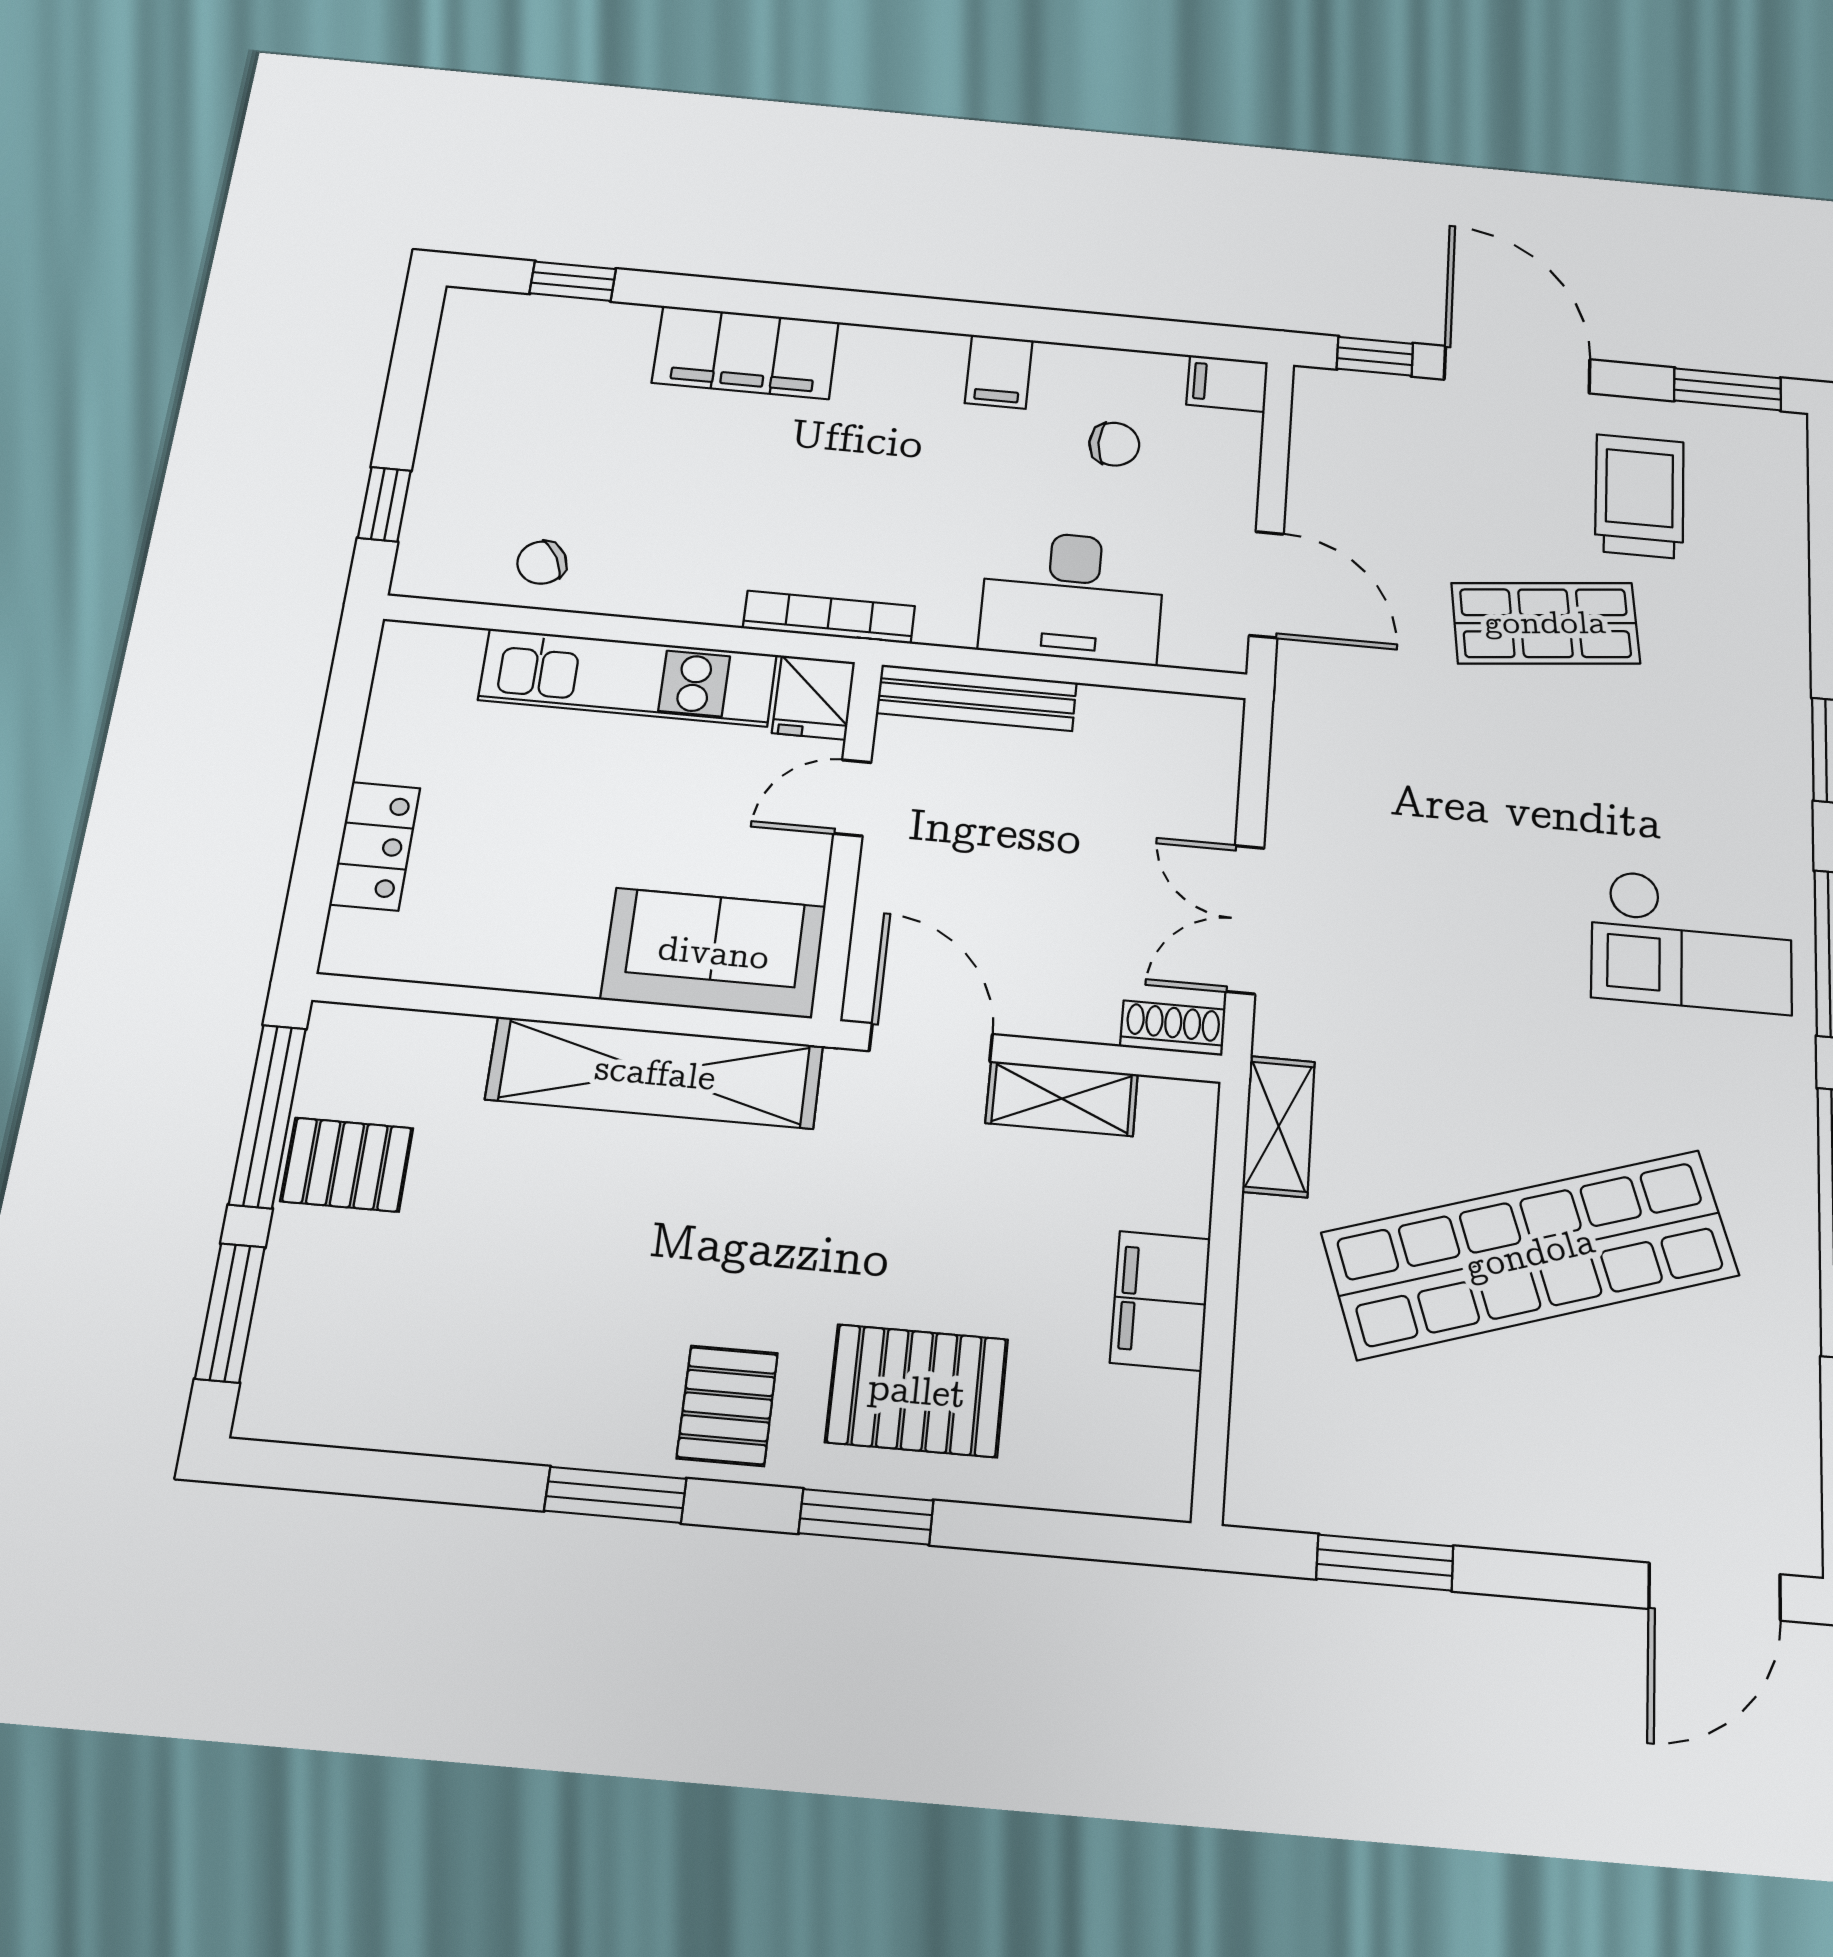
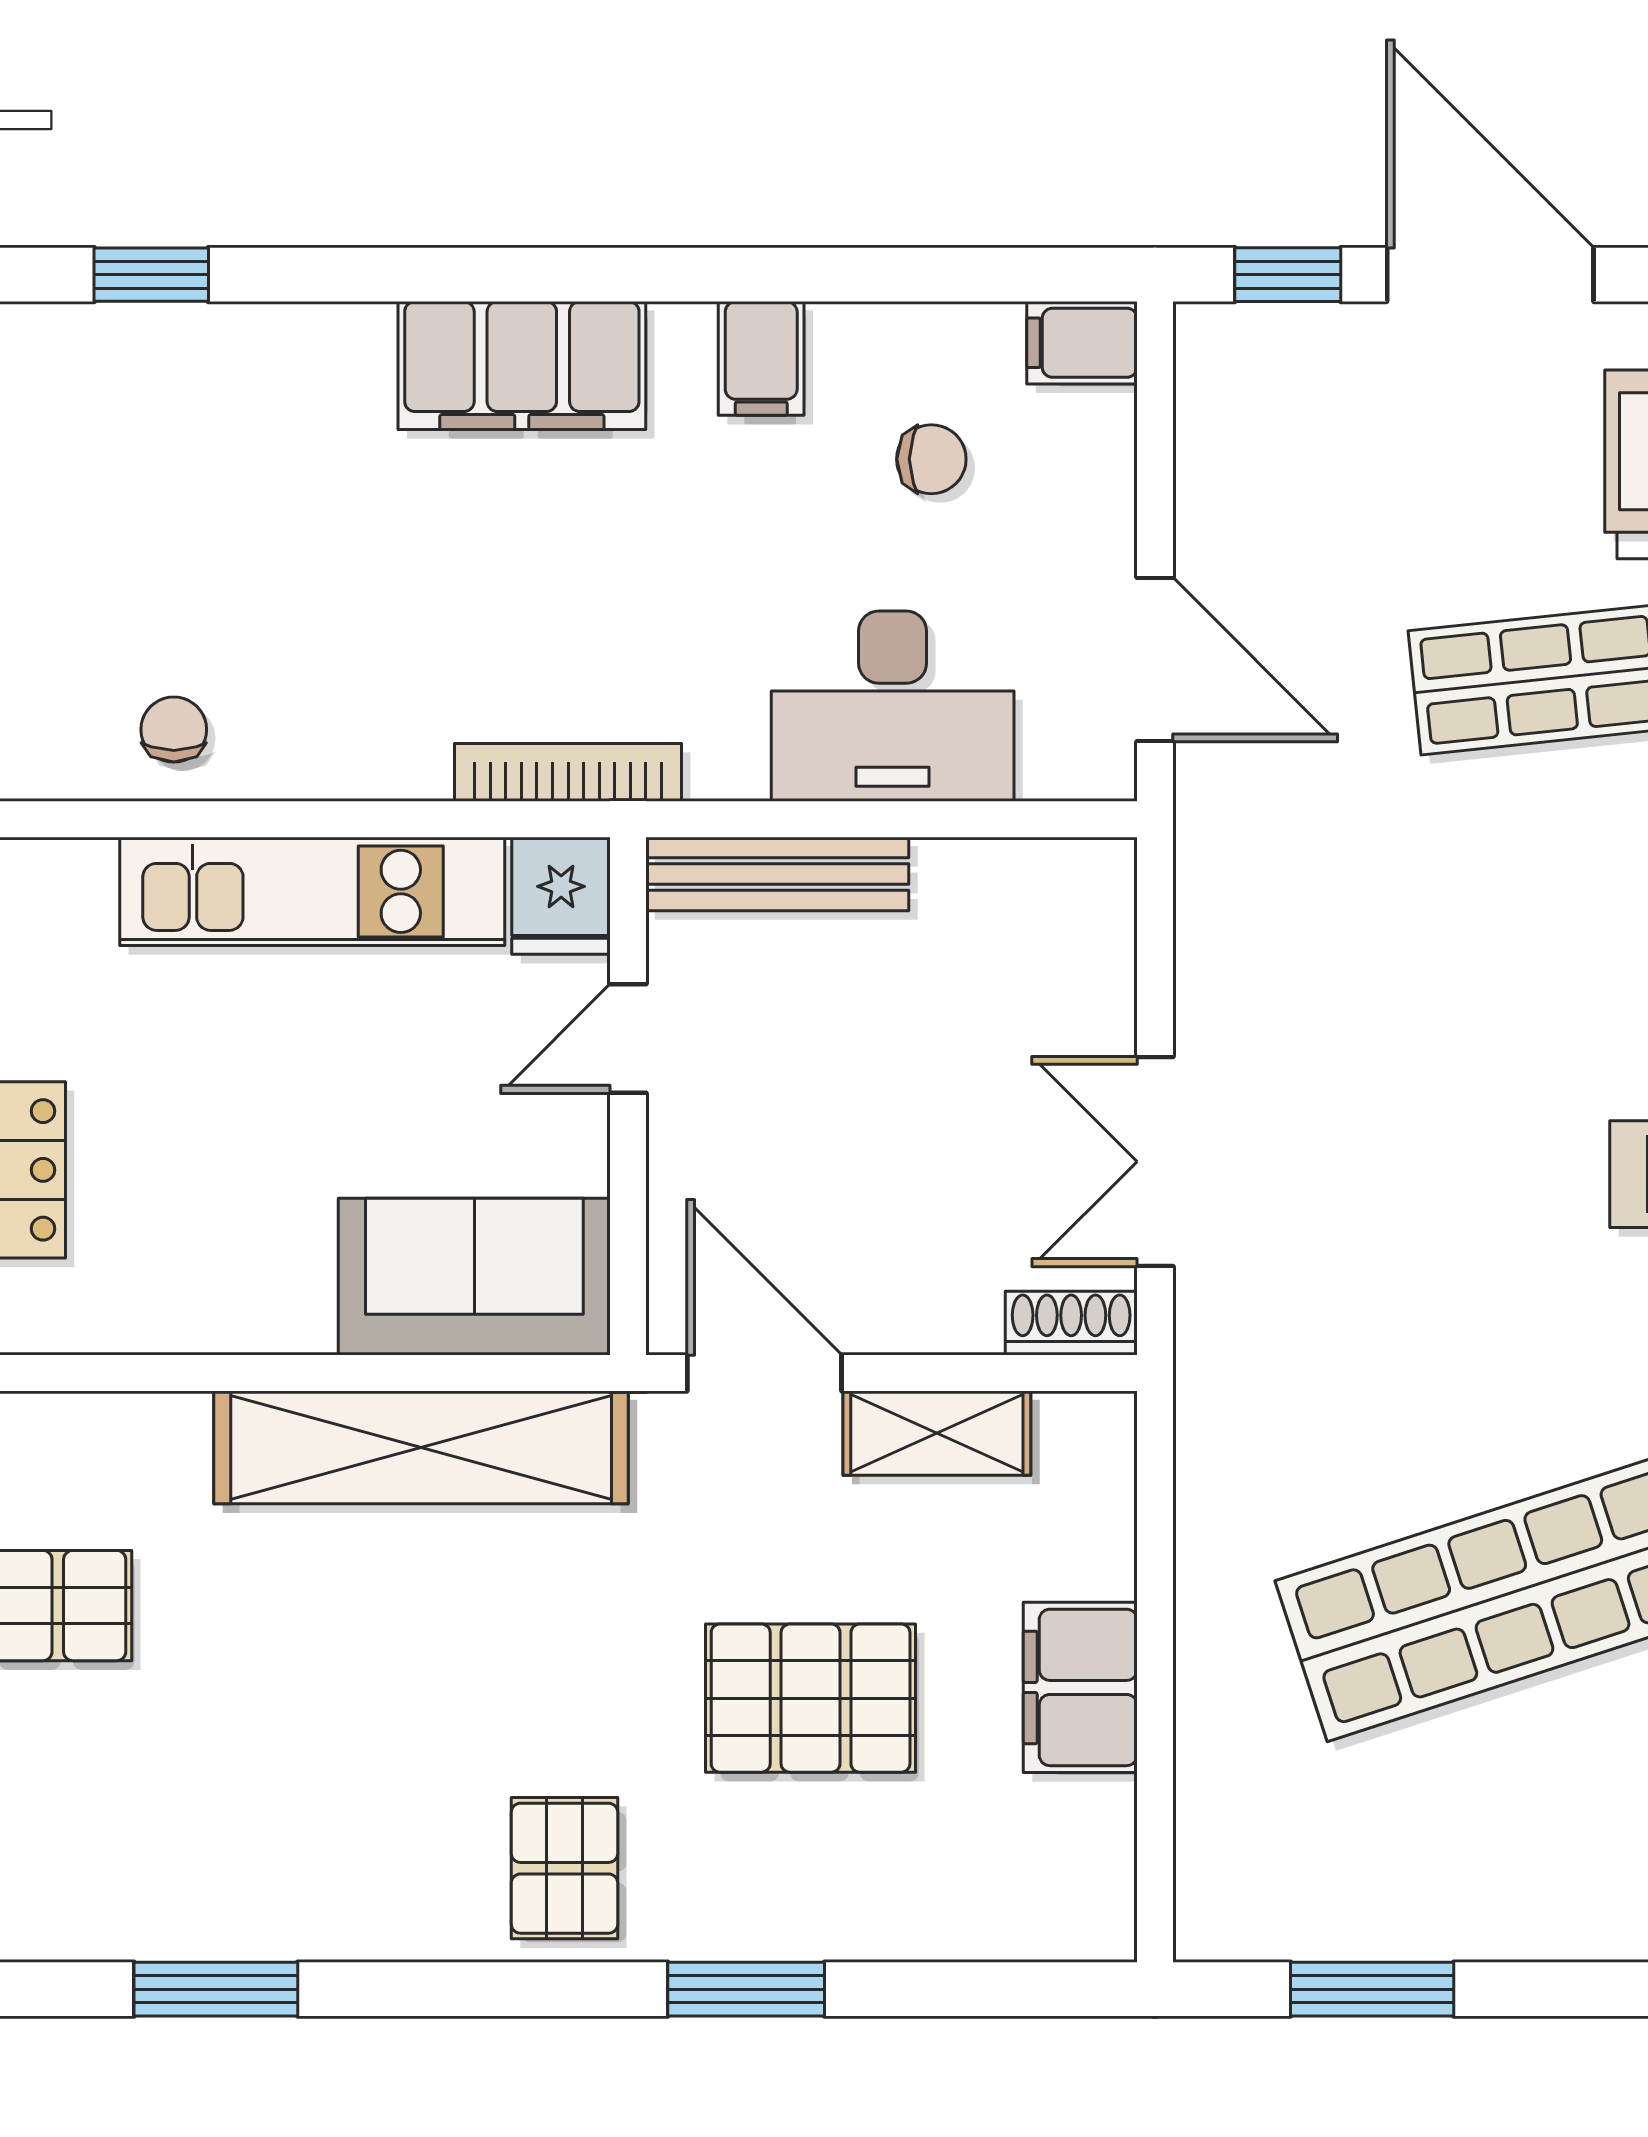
filing cabinet: (746, 352) -> (522, 366), moved
chair: (542, 563) -> (174, 730), turned 118
shelving: (1279, 1126) -> (1214, 1444), removed
pallet: (917, 1391) -> (811, 1698), moved
window: (615, 1495) -> (216, 1989), moved

